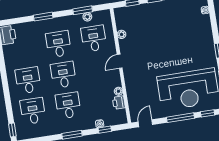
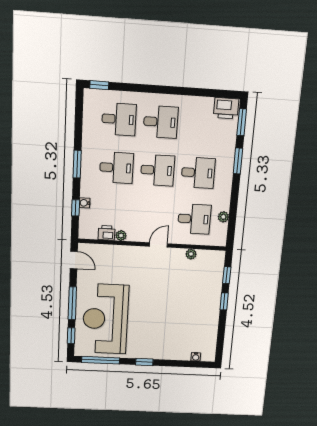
window: (83, 10) -> (242, 122), moved
door: (120, 61) -> (158, 245), hinge flipped

